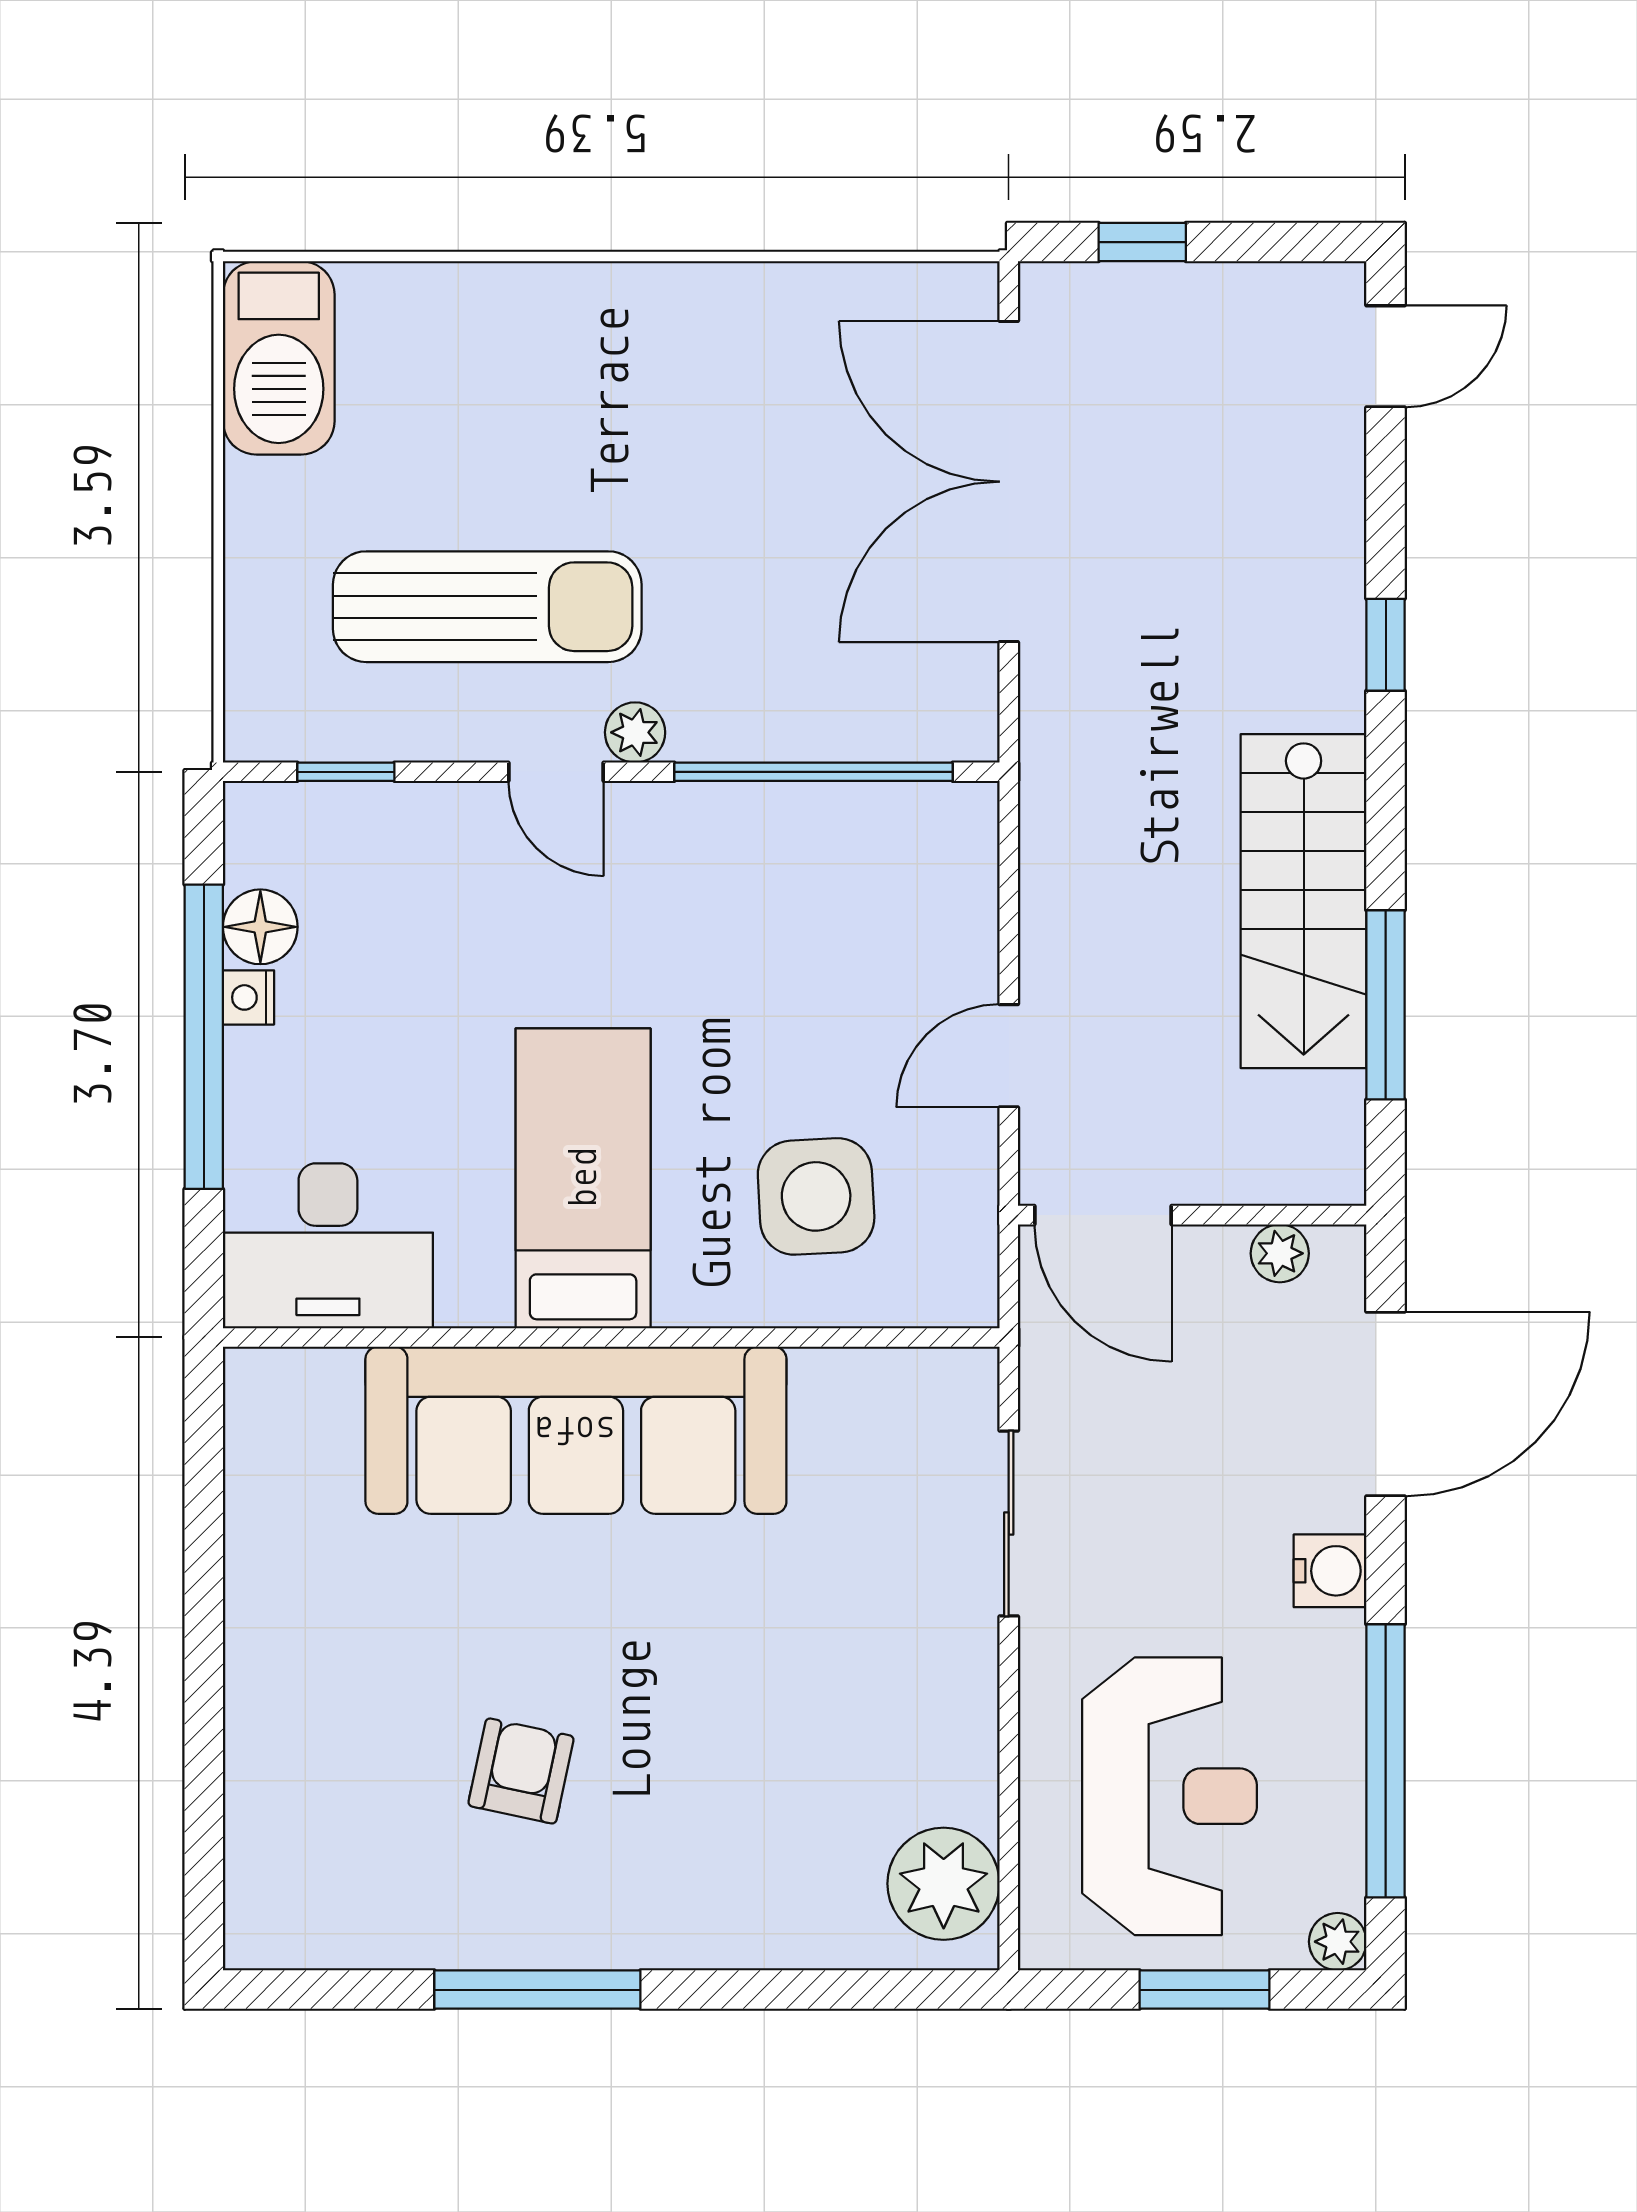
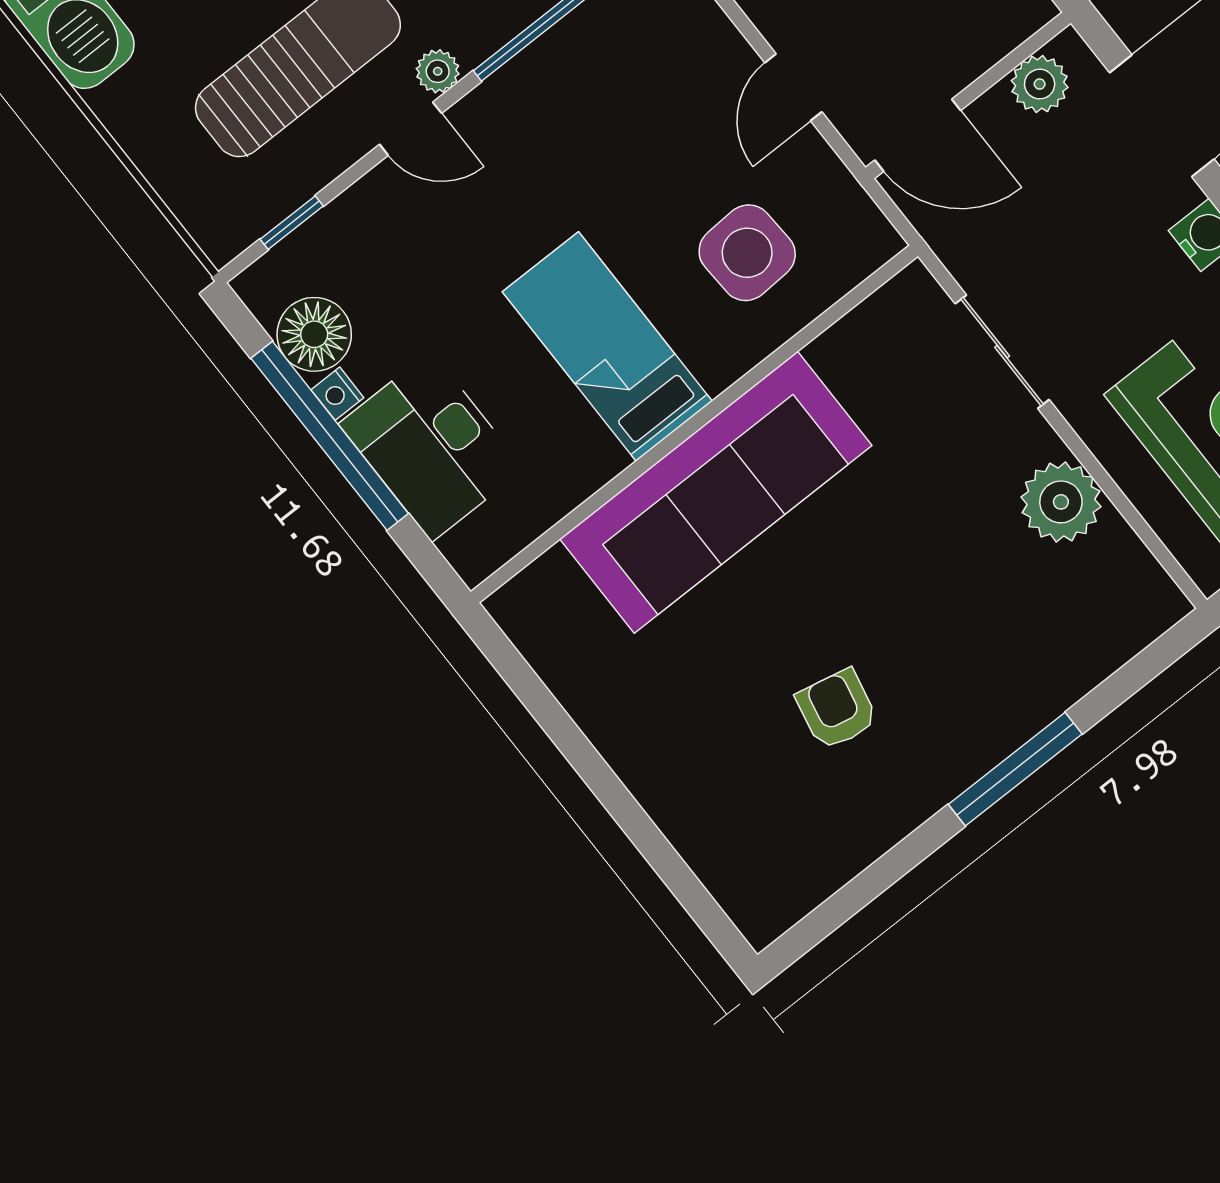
floor lamp: (260, 927) -> (314, 334), width x1.38, depth x1.38
desk: (328, 1246) -> (431, 446), moved, turned 90
plant: (1280, 1253) -> (1040, 84), width x1.38, depth x1.38
plant: (944, 1884) -> (1061, 502), moved
window: (537, 1990) -> (1015, 769), moved

